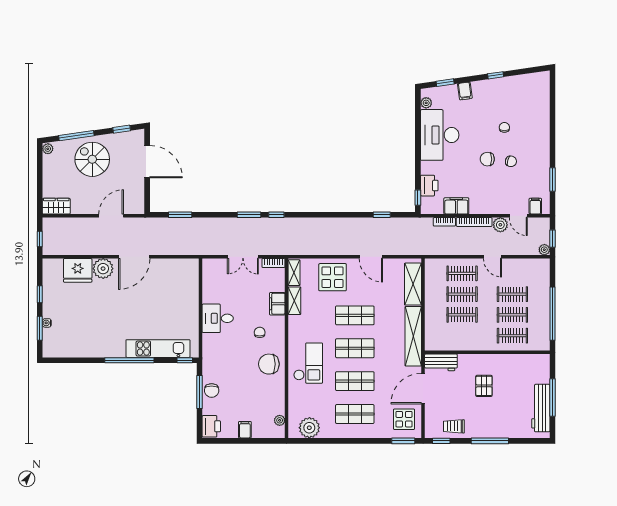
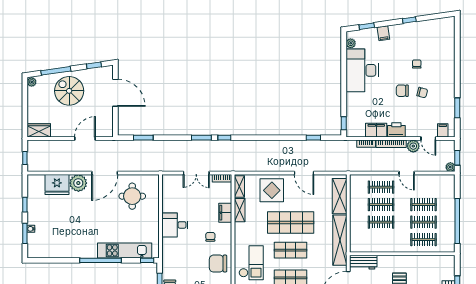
printer: (429, 186) -> (396, 130), moved, turned -90
round table: (167, 284) -> (132, 196), added
shop shelf: (355, 315) -> (291, 222), width x1.43, depth x1.36

